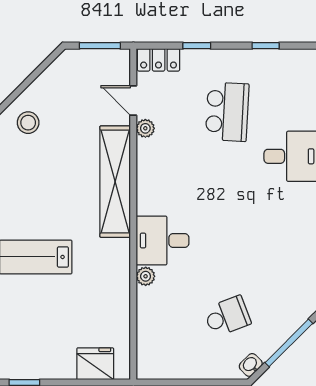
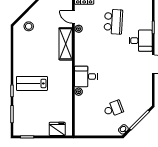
shelving: (115, 182) -> (66, 44), width x0.68

